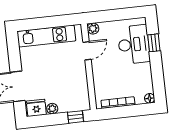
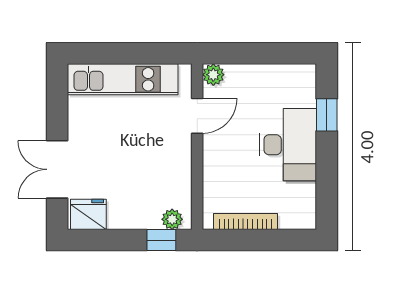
desk: (134, 44) -> (288, 145), moved
floor lamp: (150, 98) -> (307, 220), removed
plant: (52, 109) -> (172, 219), moved

